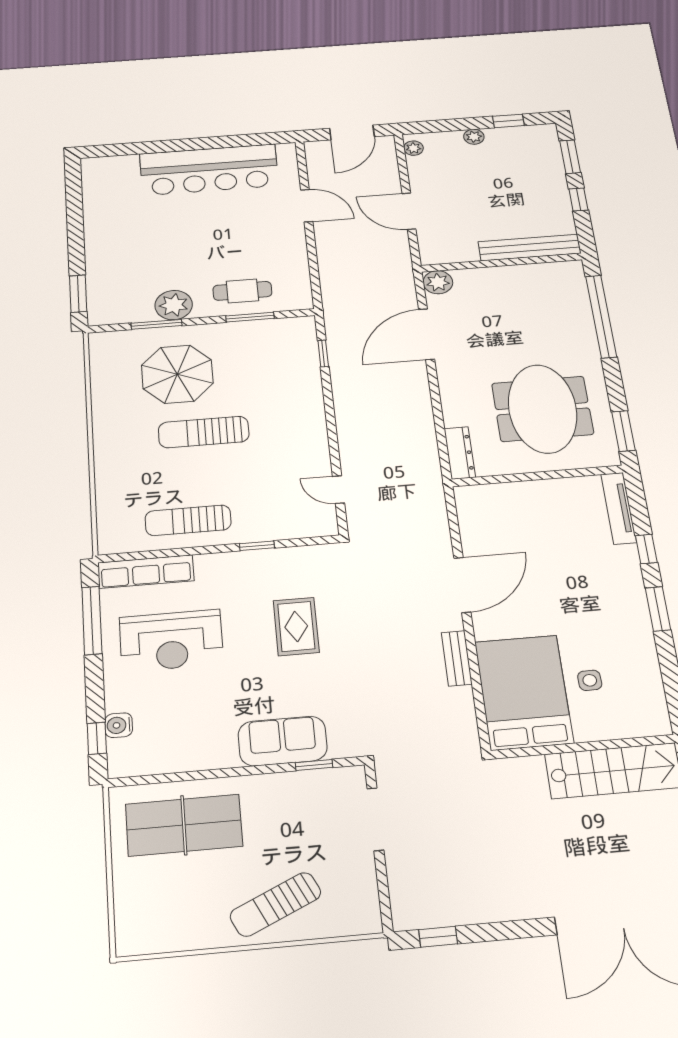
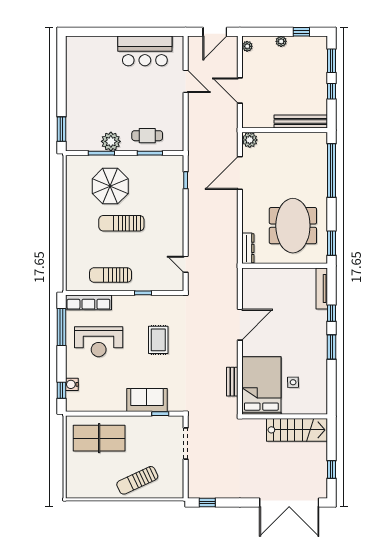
bar counter: (209, 170) -> (145, 51), width x0.73
bench: (457, 658) -> (232, 382), moved

